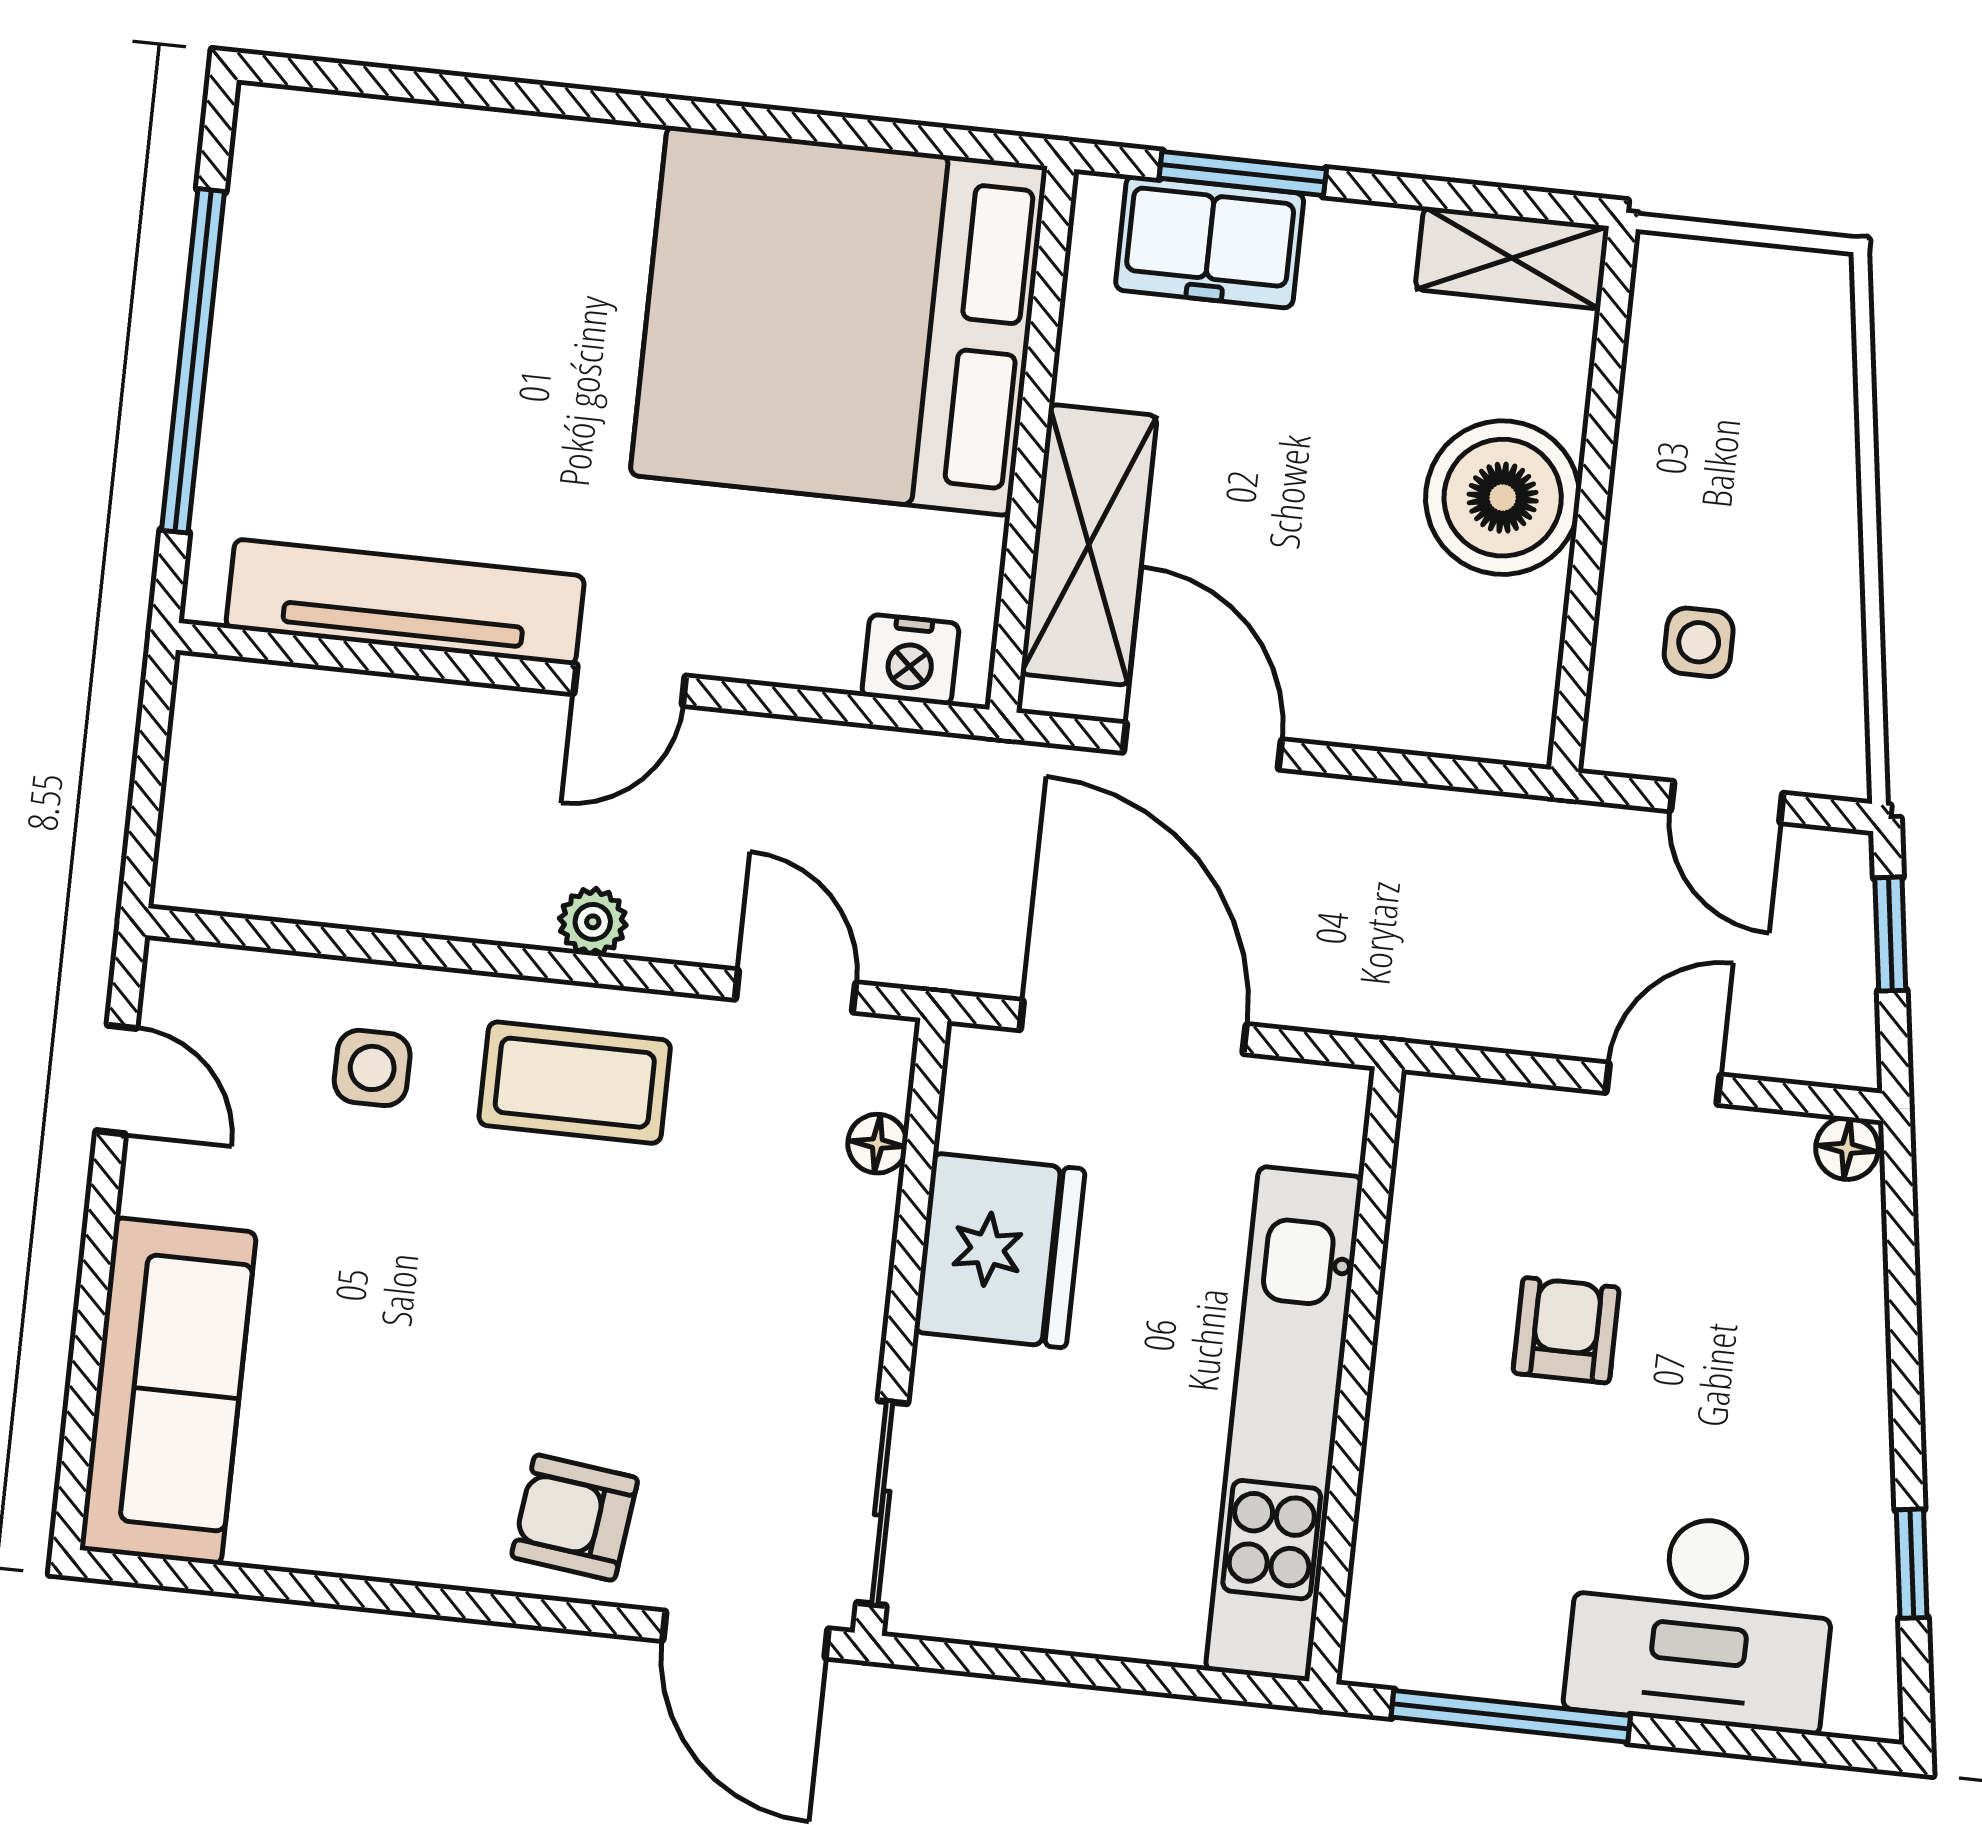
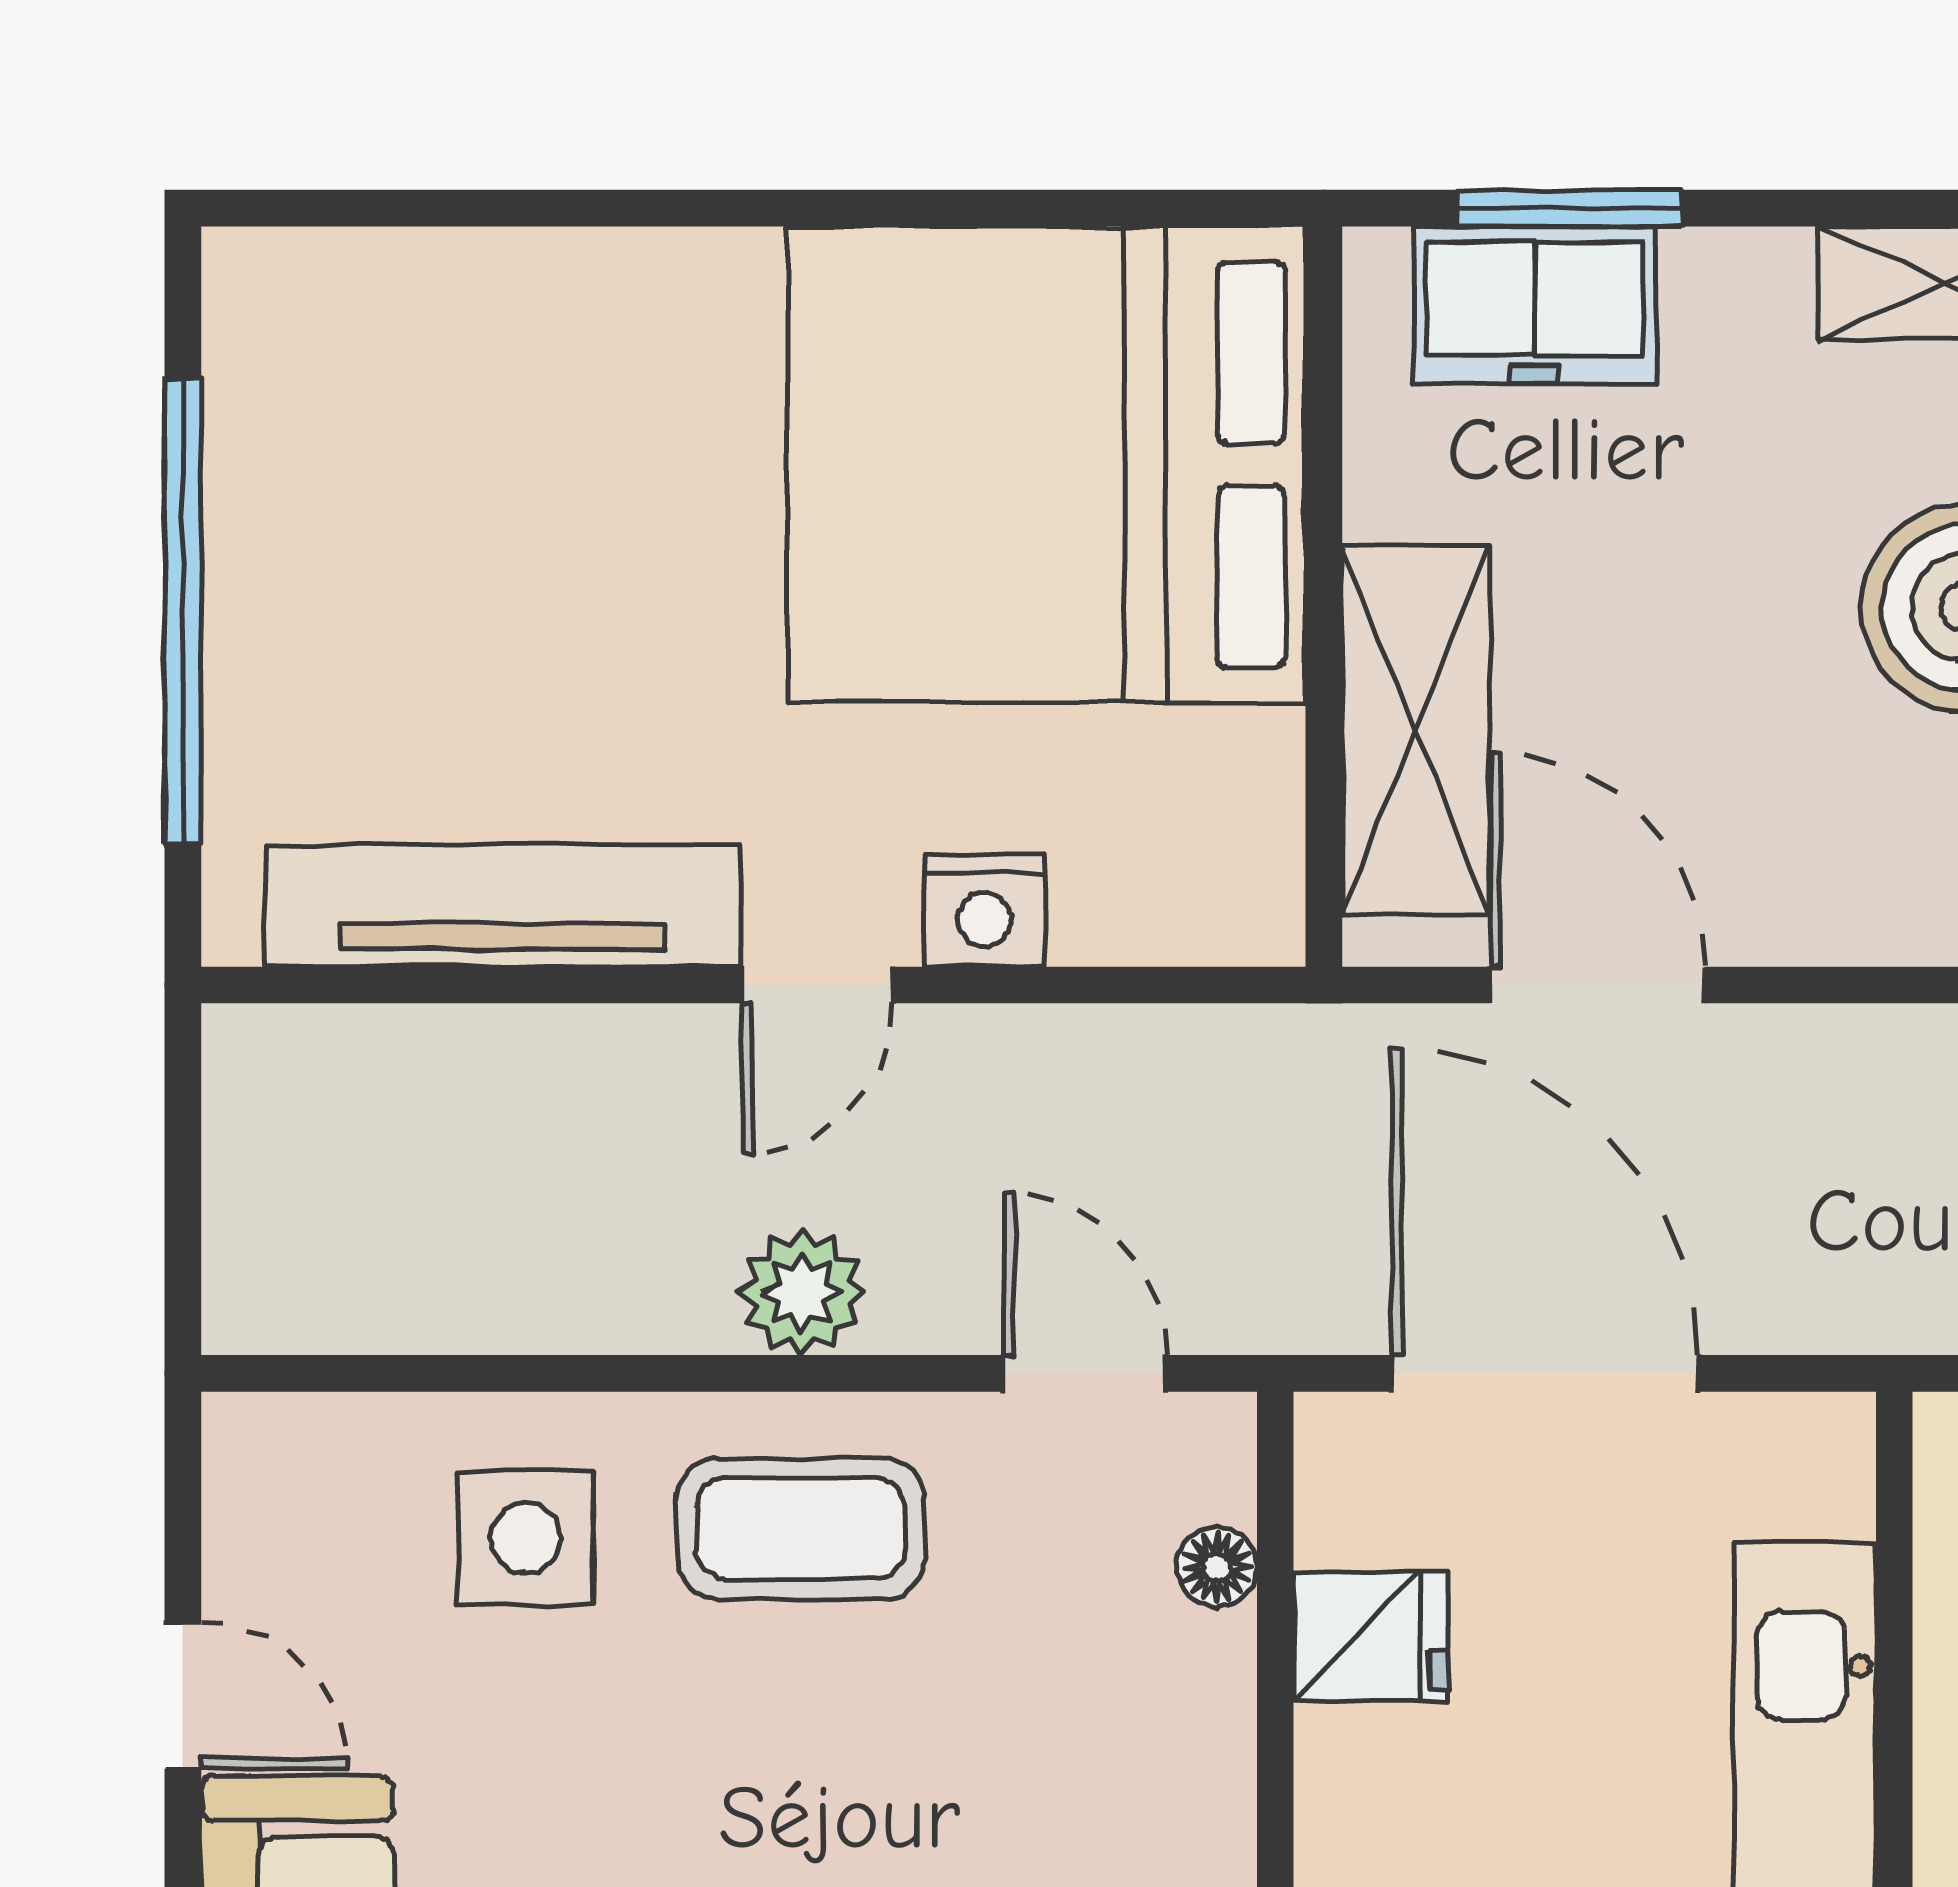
nightstand: (910, 660) -> (984, 911), moved
plant: (593, 922) -> (802, 1292), width x1.38, depth x1.38
side table: (372, 1068) -> (526, 1538), width x1.37, depth x1.37
door: (116, 1079) -> (183, 1695), moved
fridge: (1000, 1251) -> (1371, 1636), width x0.53, depth x0.75

